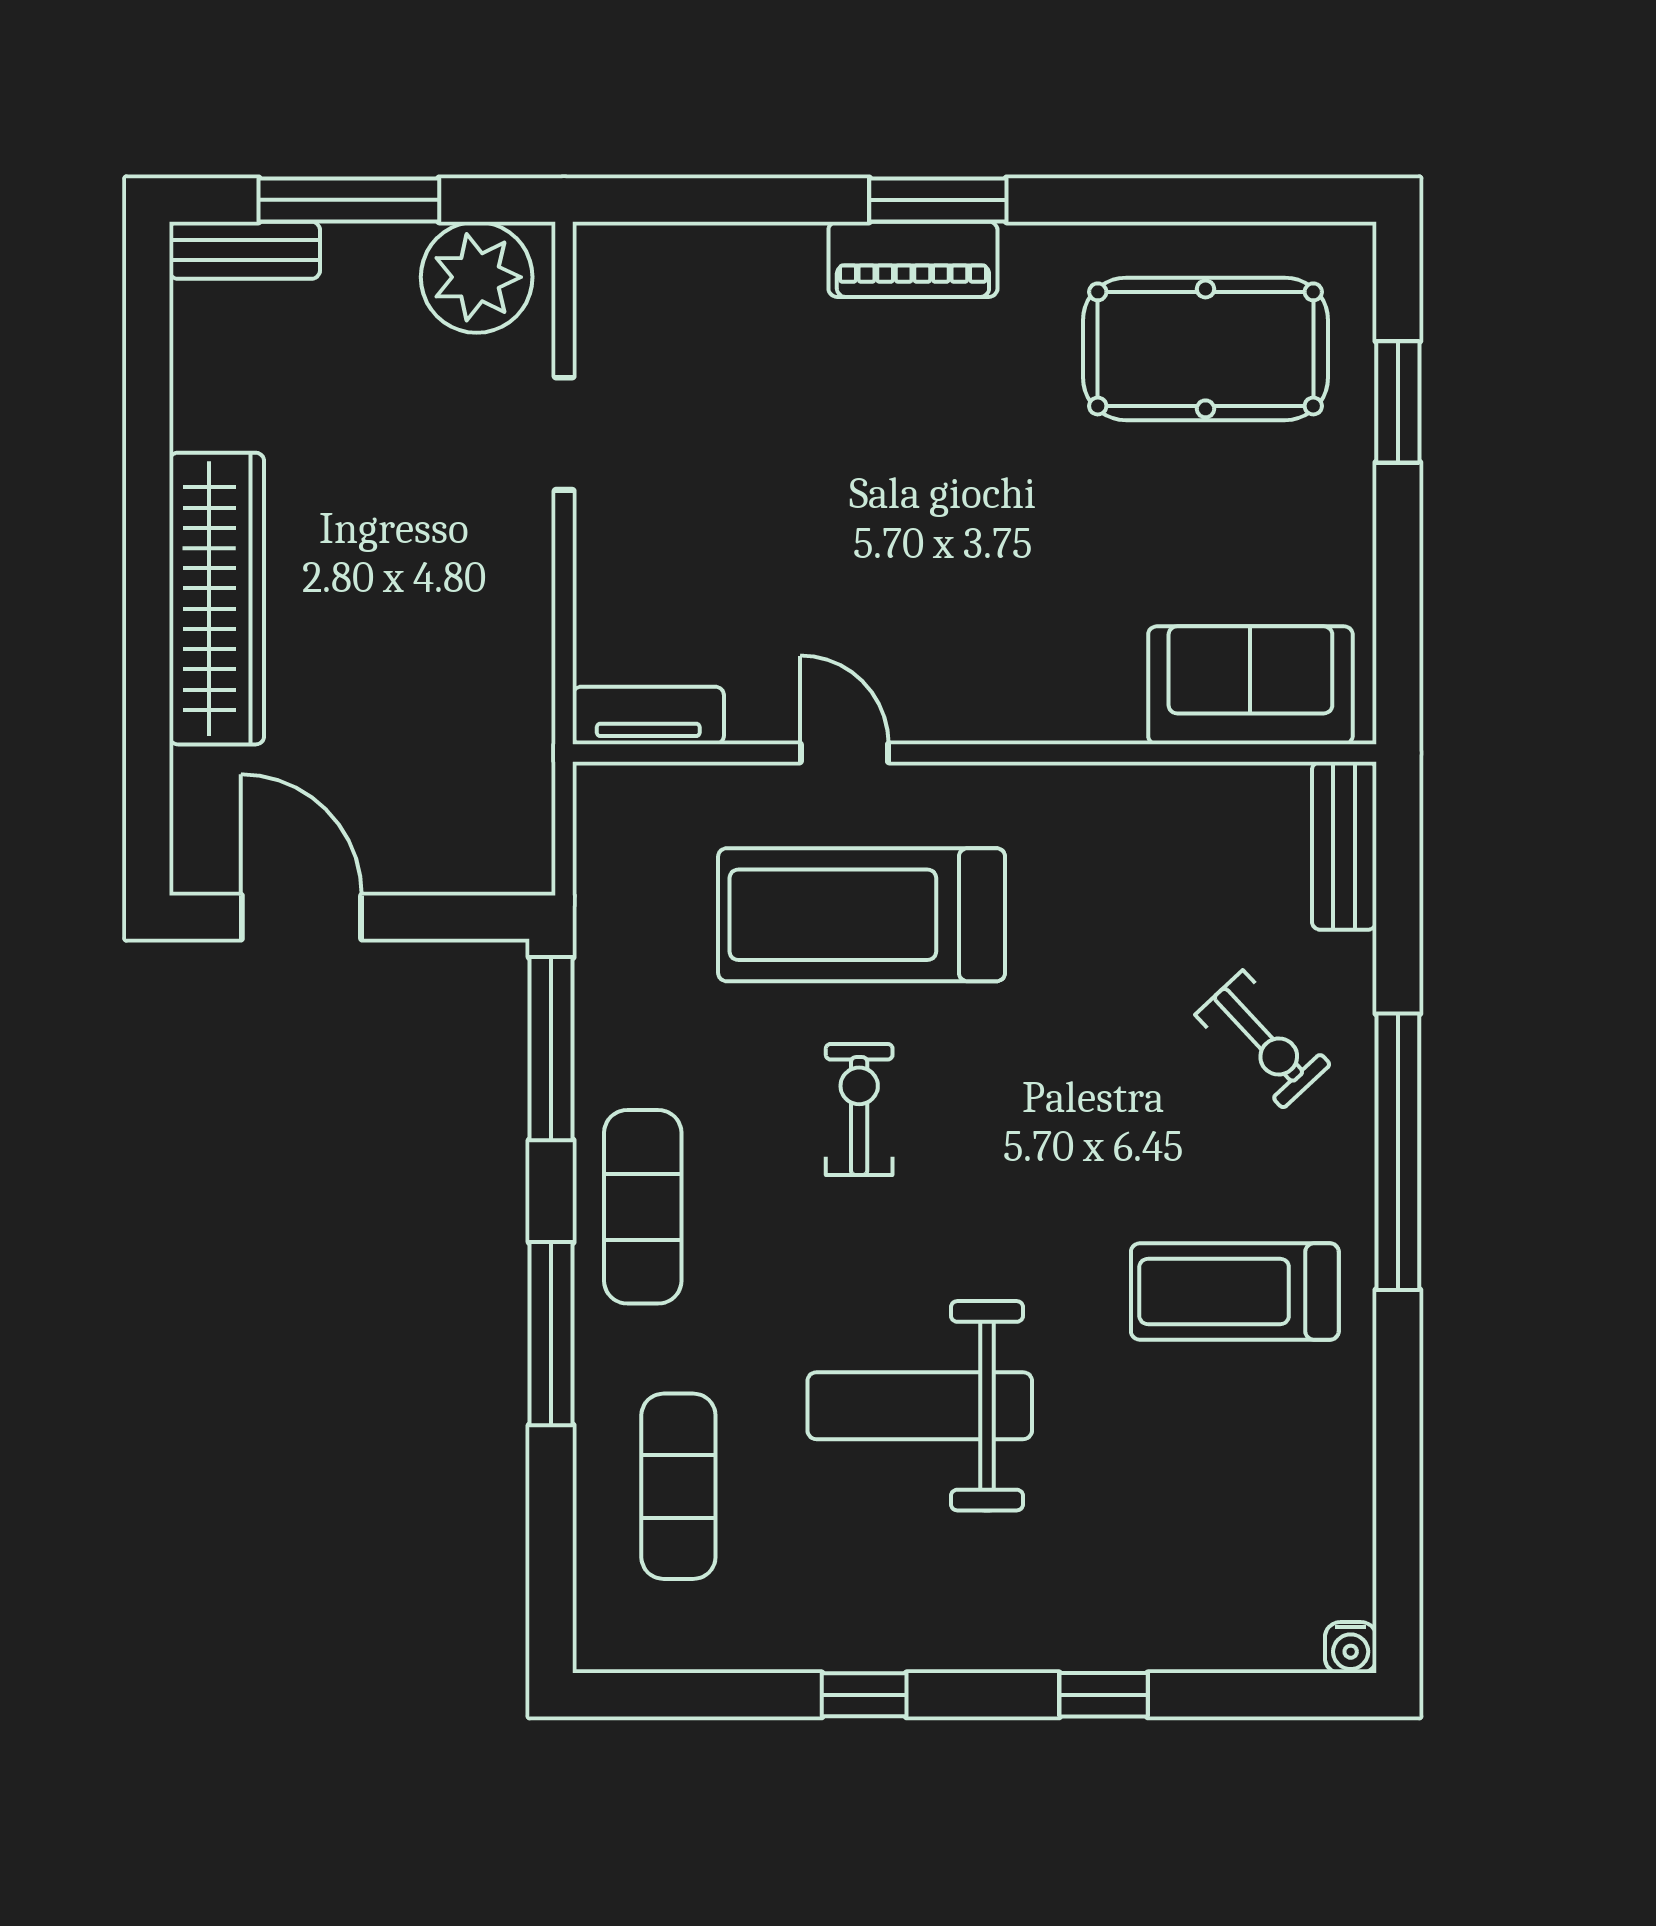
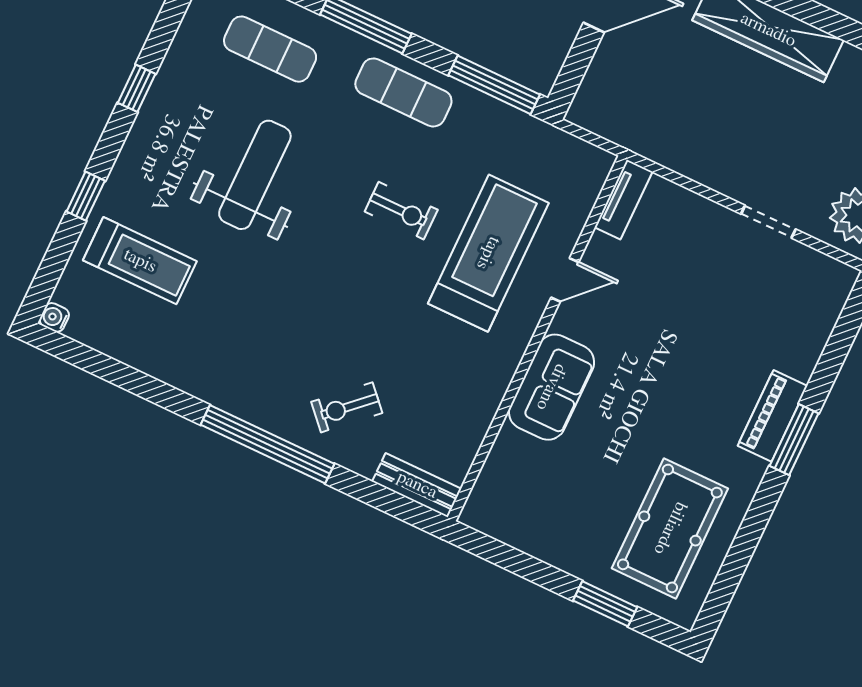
sofa: (1250, 685) -> (551, 387), moved
treadmill: (1235, 1291) -> (140, 261), moved, turned 90

